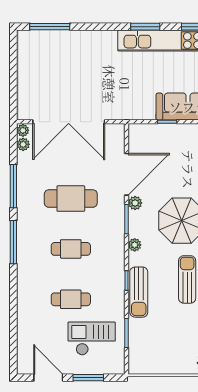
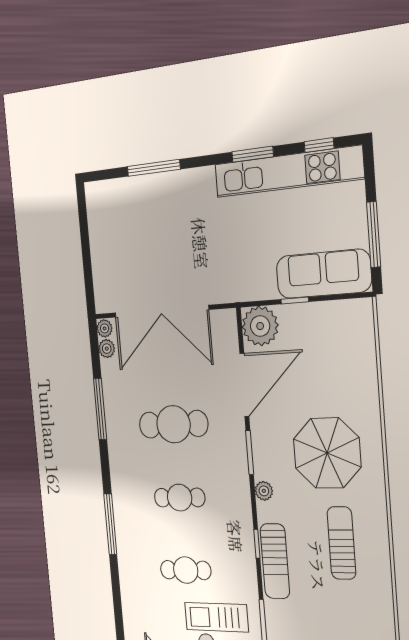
window: (50, 27) -> (154, 168), moved
plant: (135, 203) -> (260, 326), moved, width x1.87, depth x1.87
window: (13, 242) -> (110, 524), moved

